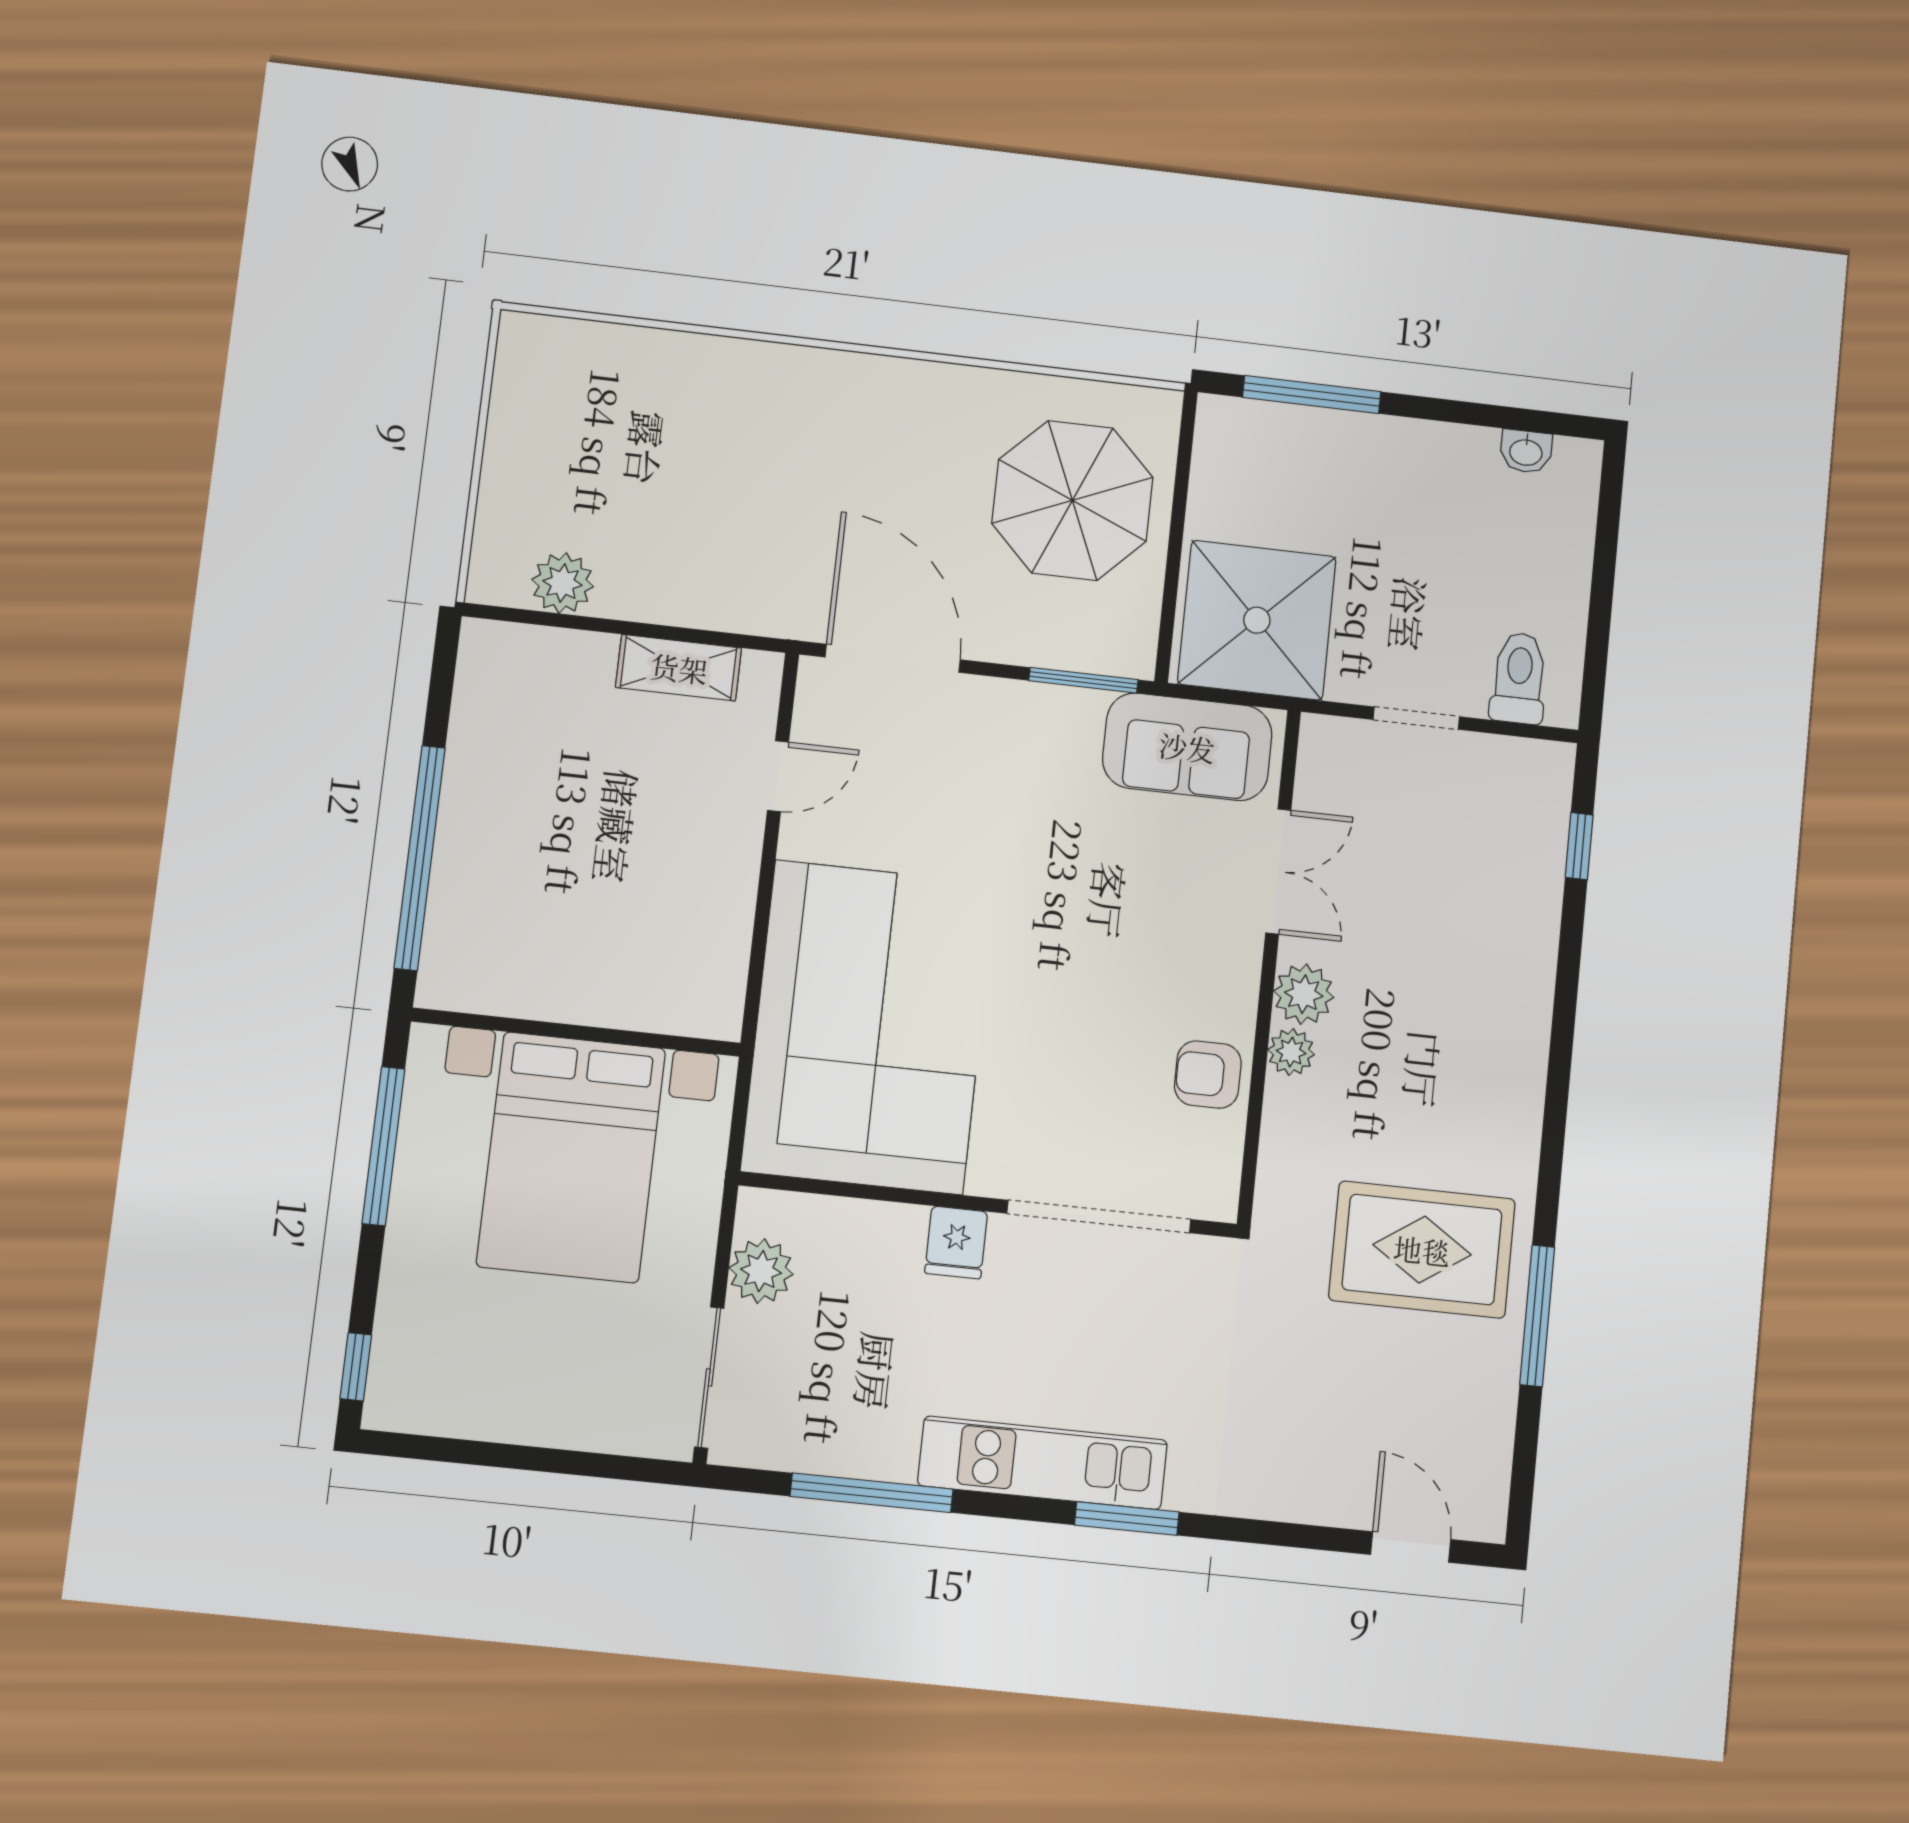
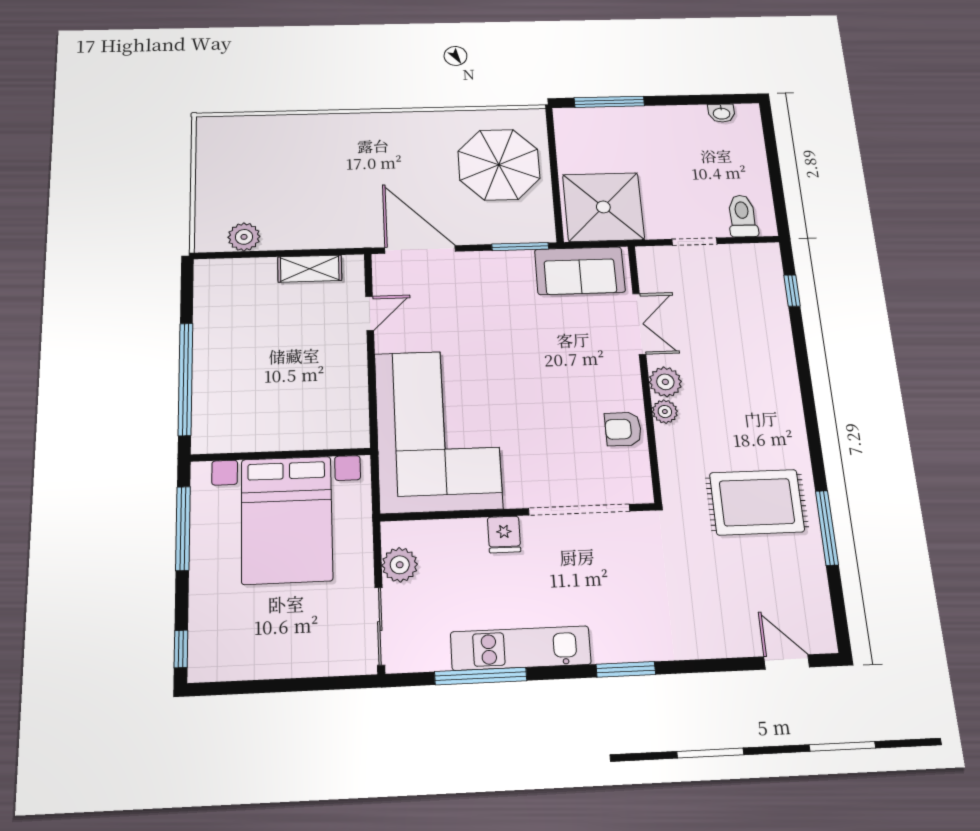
kitchen unit: (1043, 1463) -> (521, 648), moved

